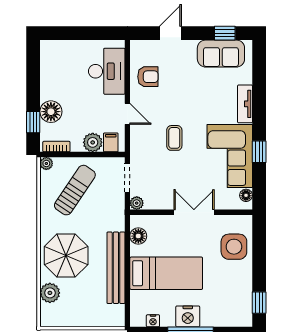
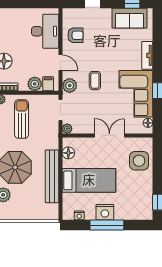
plant: (140, 145) -> (70, 85), added
sun lounger: (75, 190) -> (22, 119), turned -34

